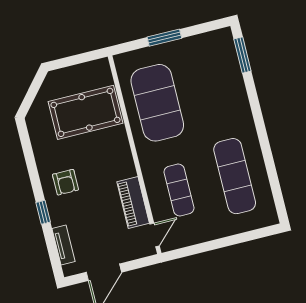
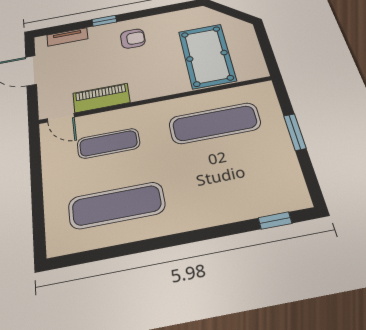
window: (242, 55) -> (275, 221), width x0.67
exercise mat: (157, 103) -> (215, 123), width x0.68
armchair: (65, 182) -> (133, 39), turned 180

